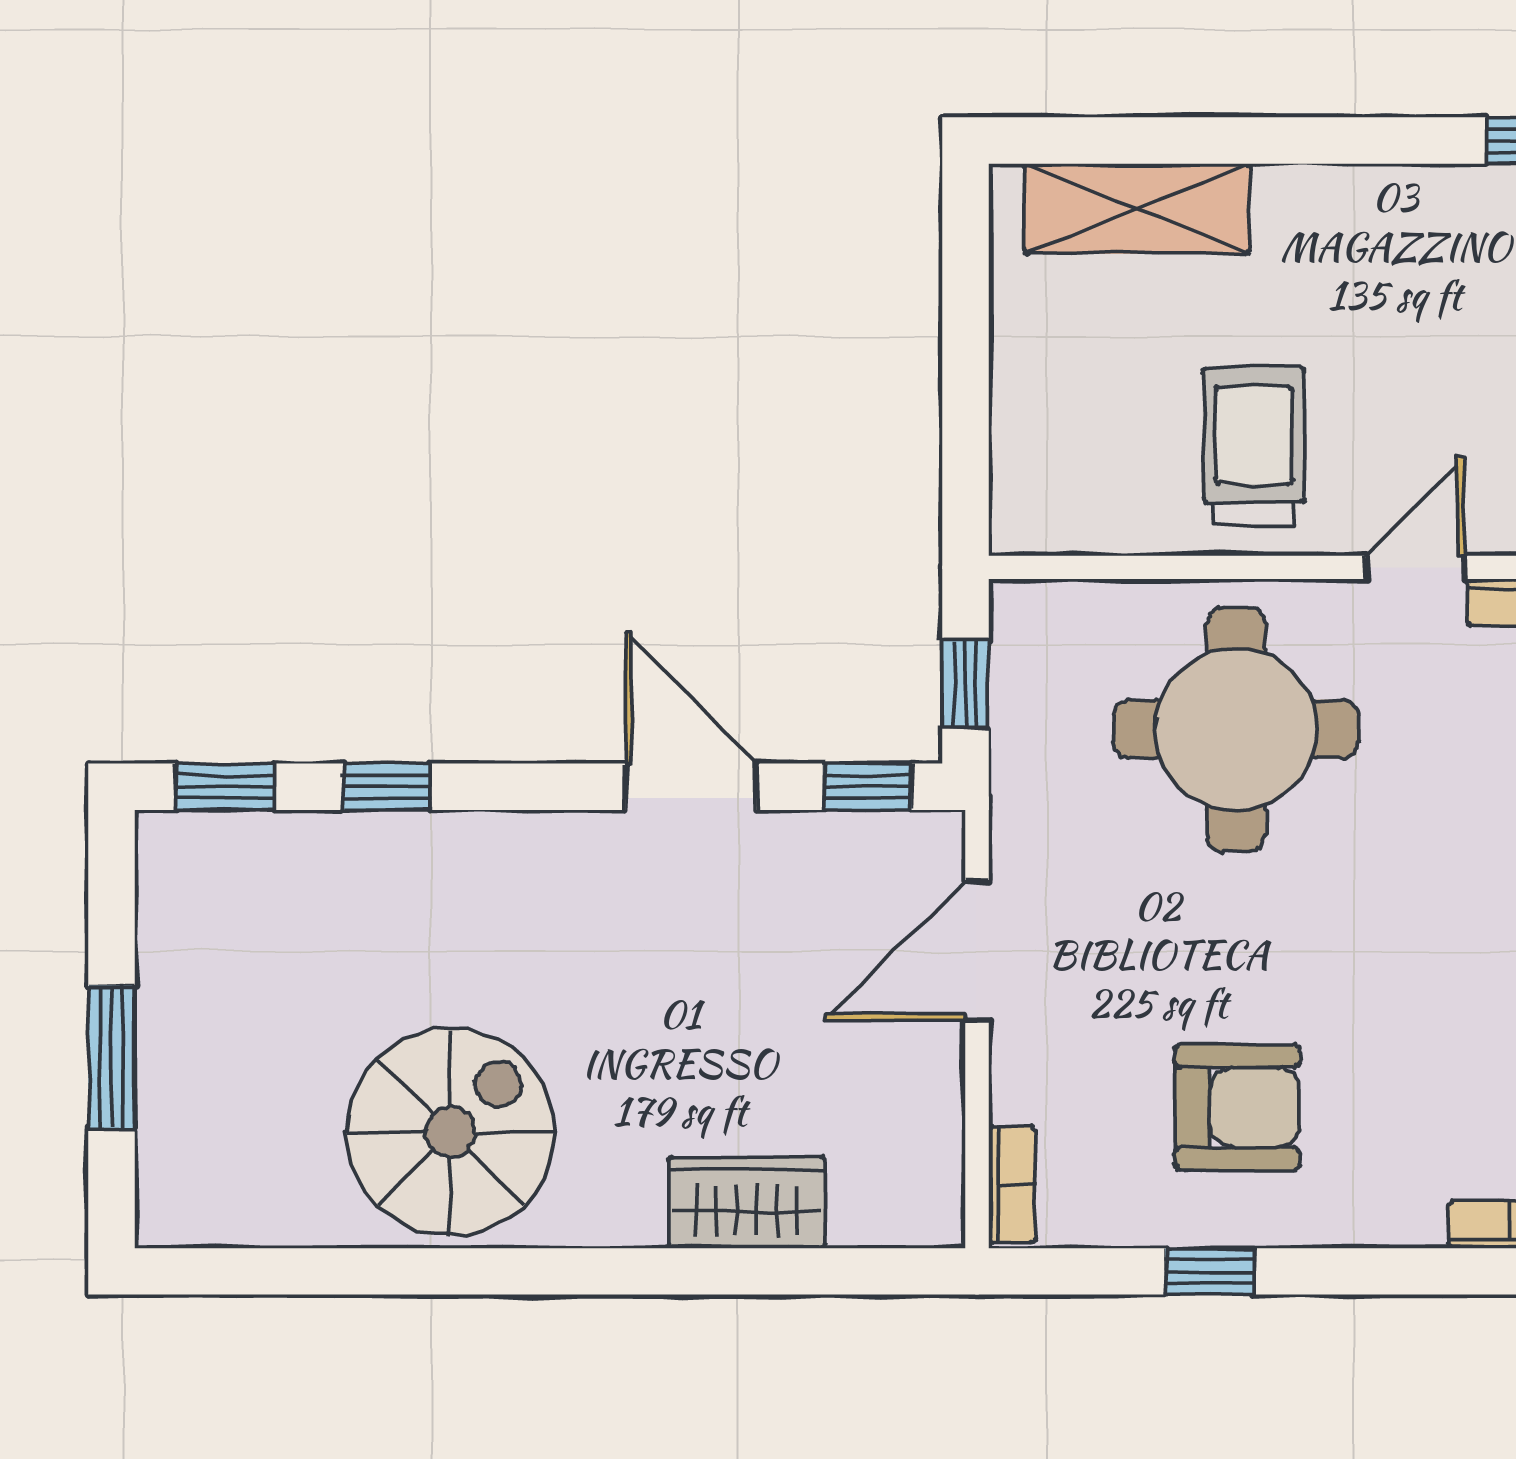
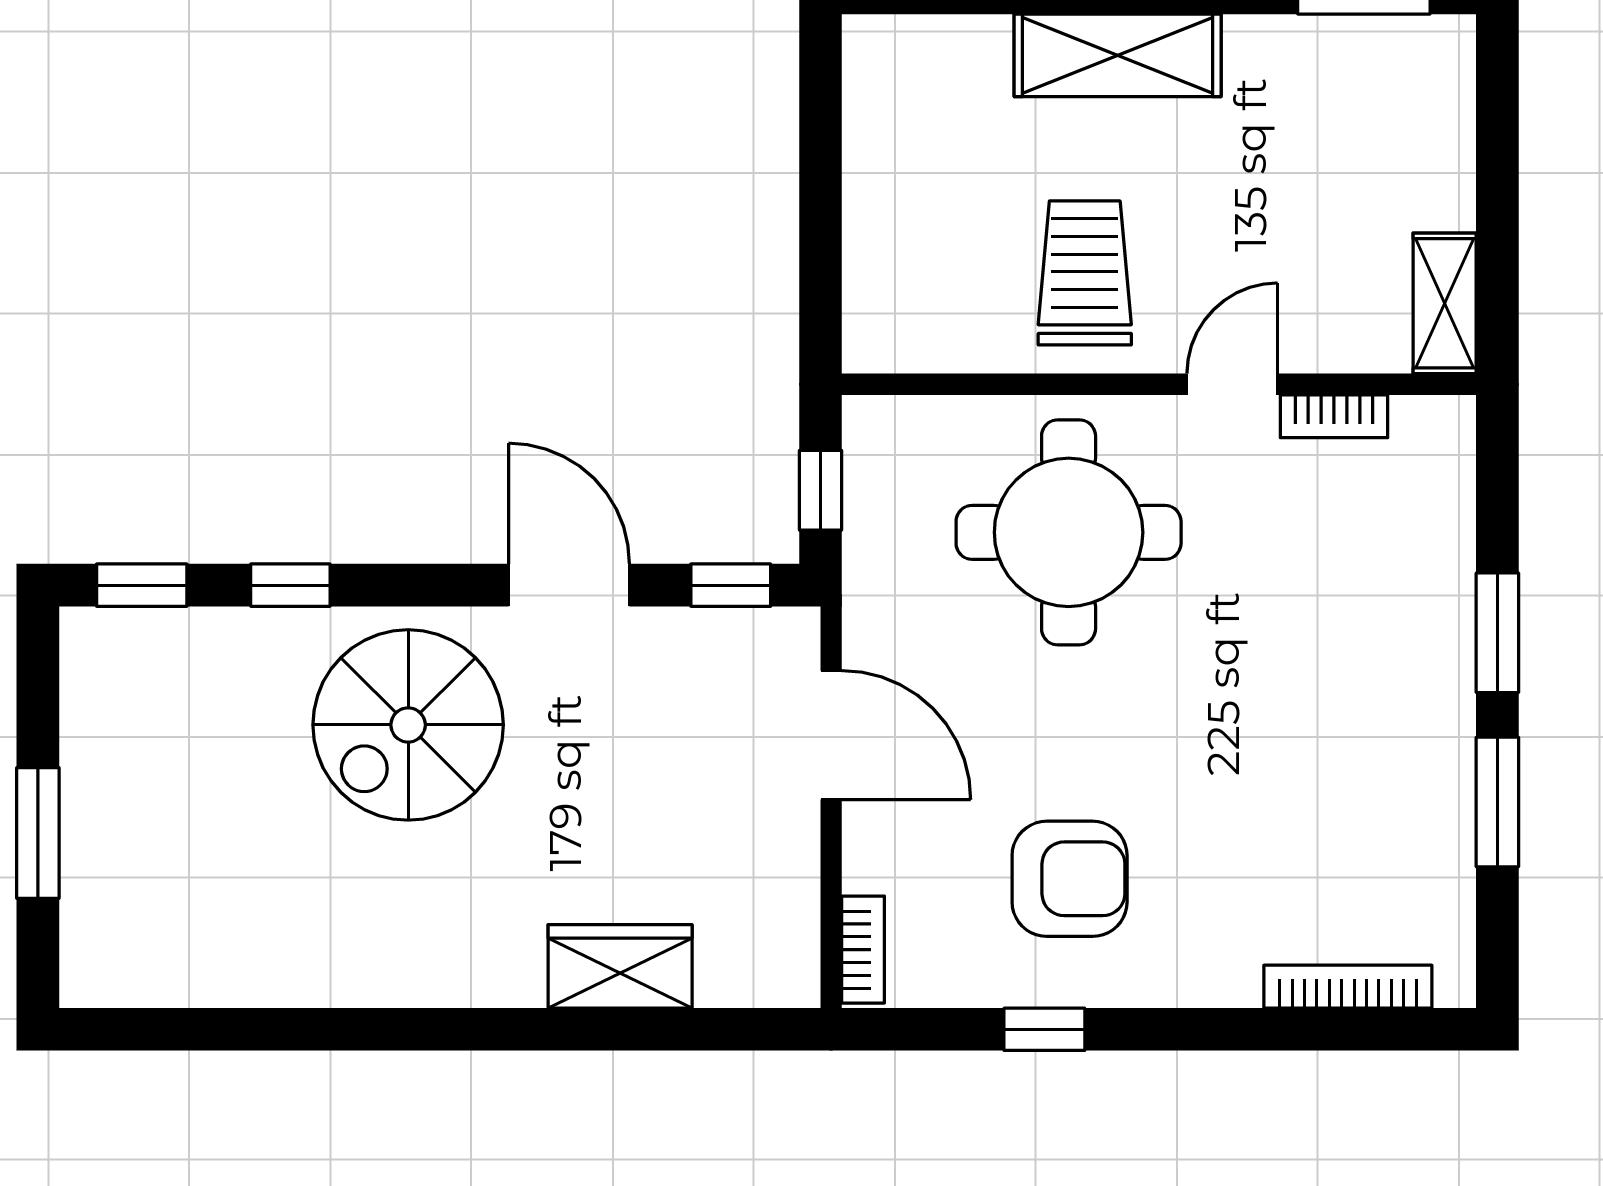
shelving: (1137, 209) -> (1118, 55), moved
door: (977, 950) -> (831, 735), swing flipped
spiral stairs: (451, 1132) -> (408, 725), moved, turned 180

